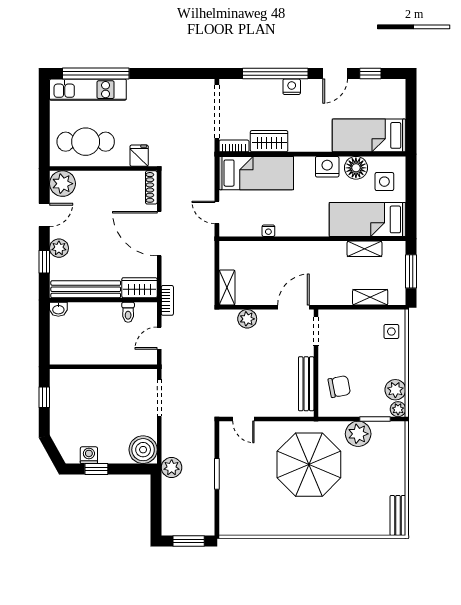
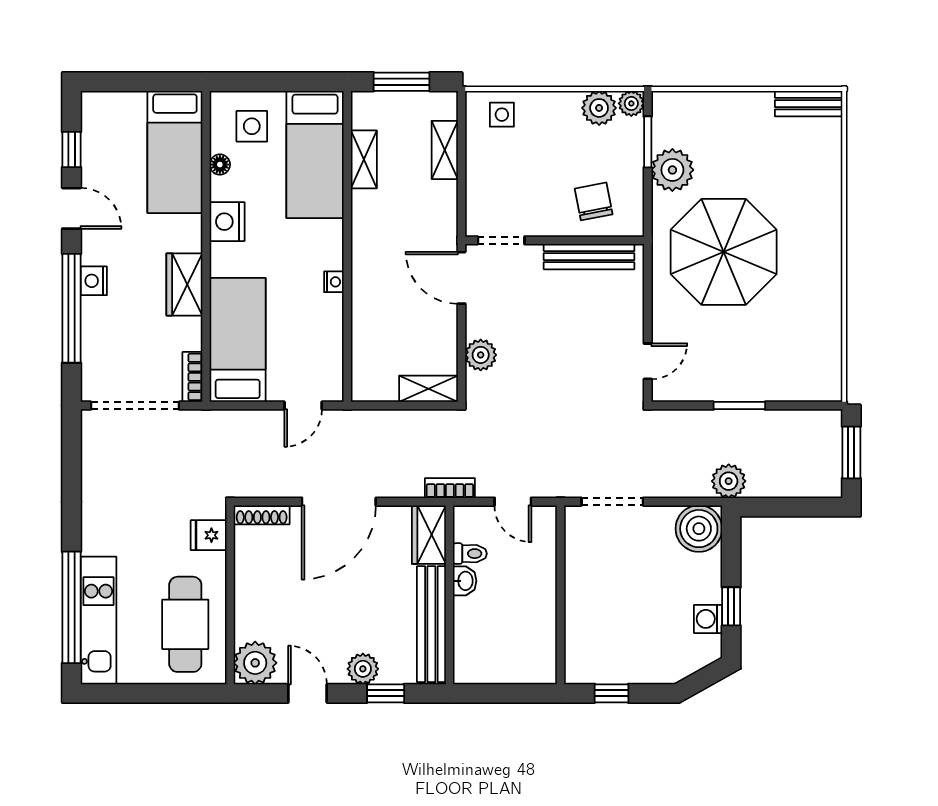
wardrobe: (269, 141) -> (184, 284), moved
floor lamp: (356, 168) -> (220, 165), width x0.53, depth x0.53
nightstand: (268, 231) -> (334, 282), moved
washbasin: (58, 309) -> (465, 581), moved

